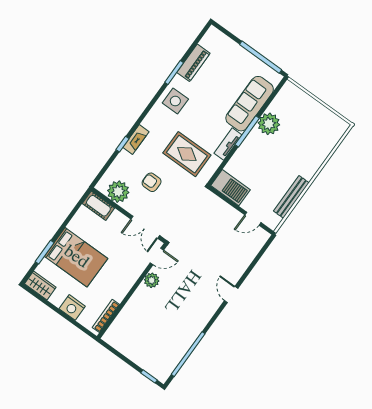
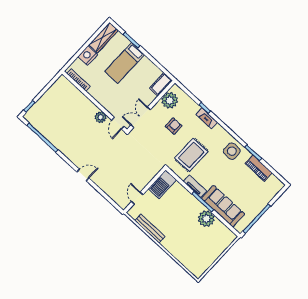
bed: (76, 257) -> (125, 63), width x0.67
wardrobe: (40, 285) -> (103, 38), width x1.50

